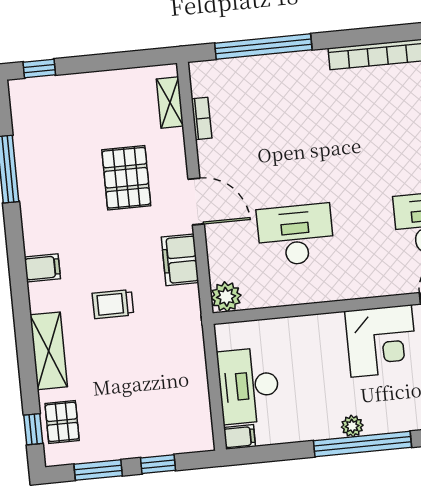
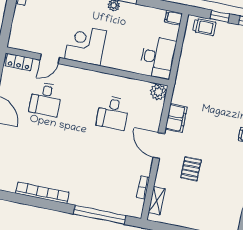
pallet: (126, 178) -> (191, 169), width x0.67, depth x0.71
desk: (295, 235) -> (113, 113), width x0.73
trolley: (113, 304) -> (204, 27), moved
desk: (249, 386) -> (158, 57), moved

